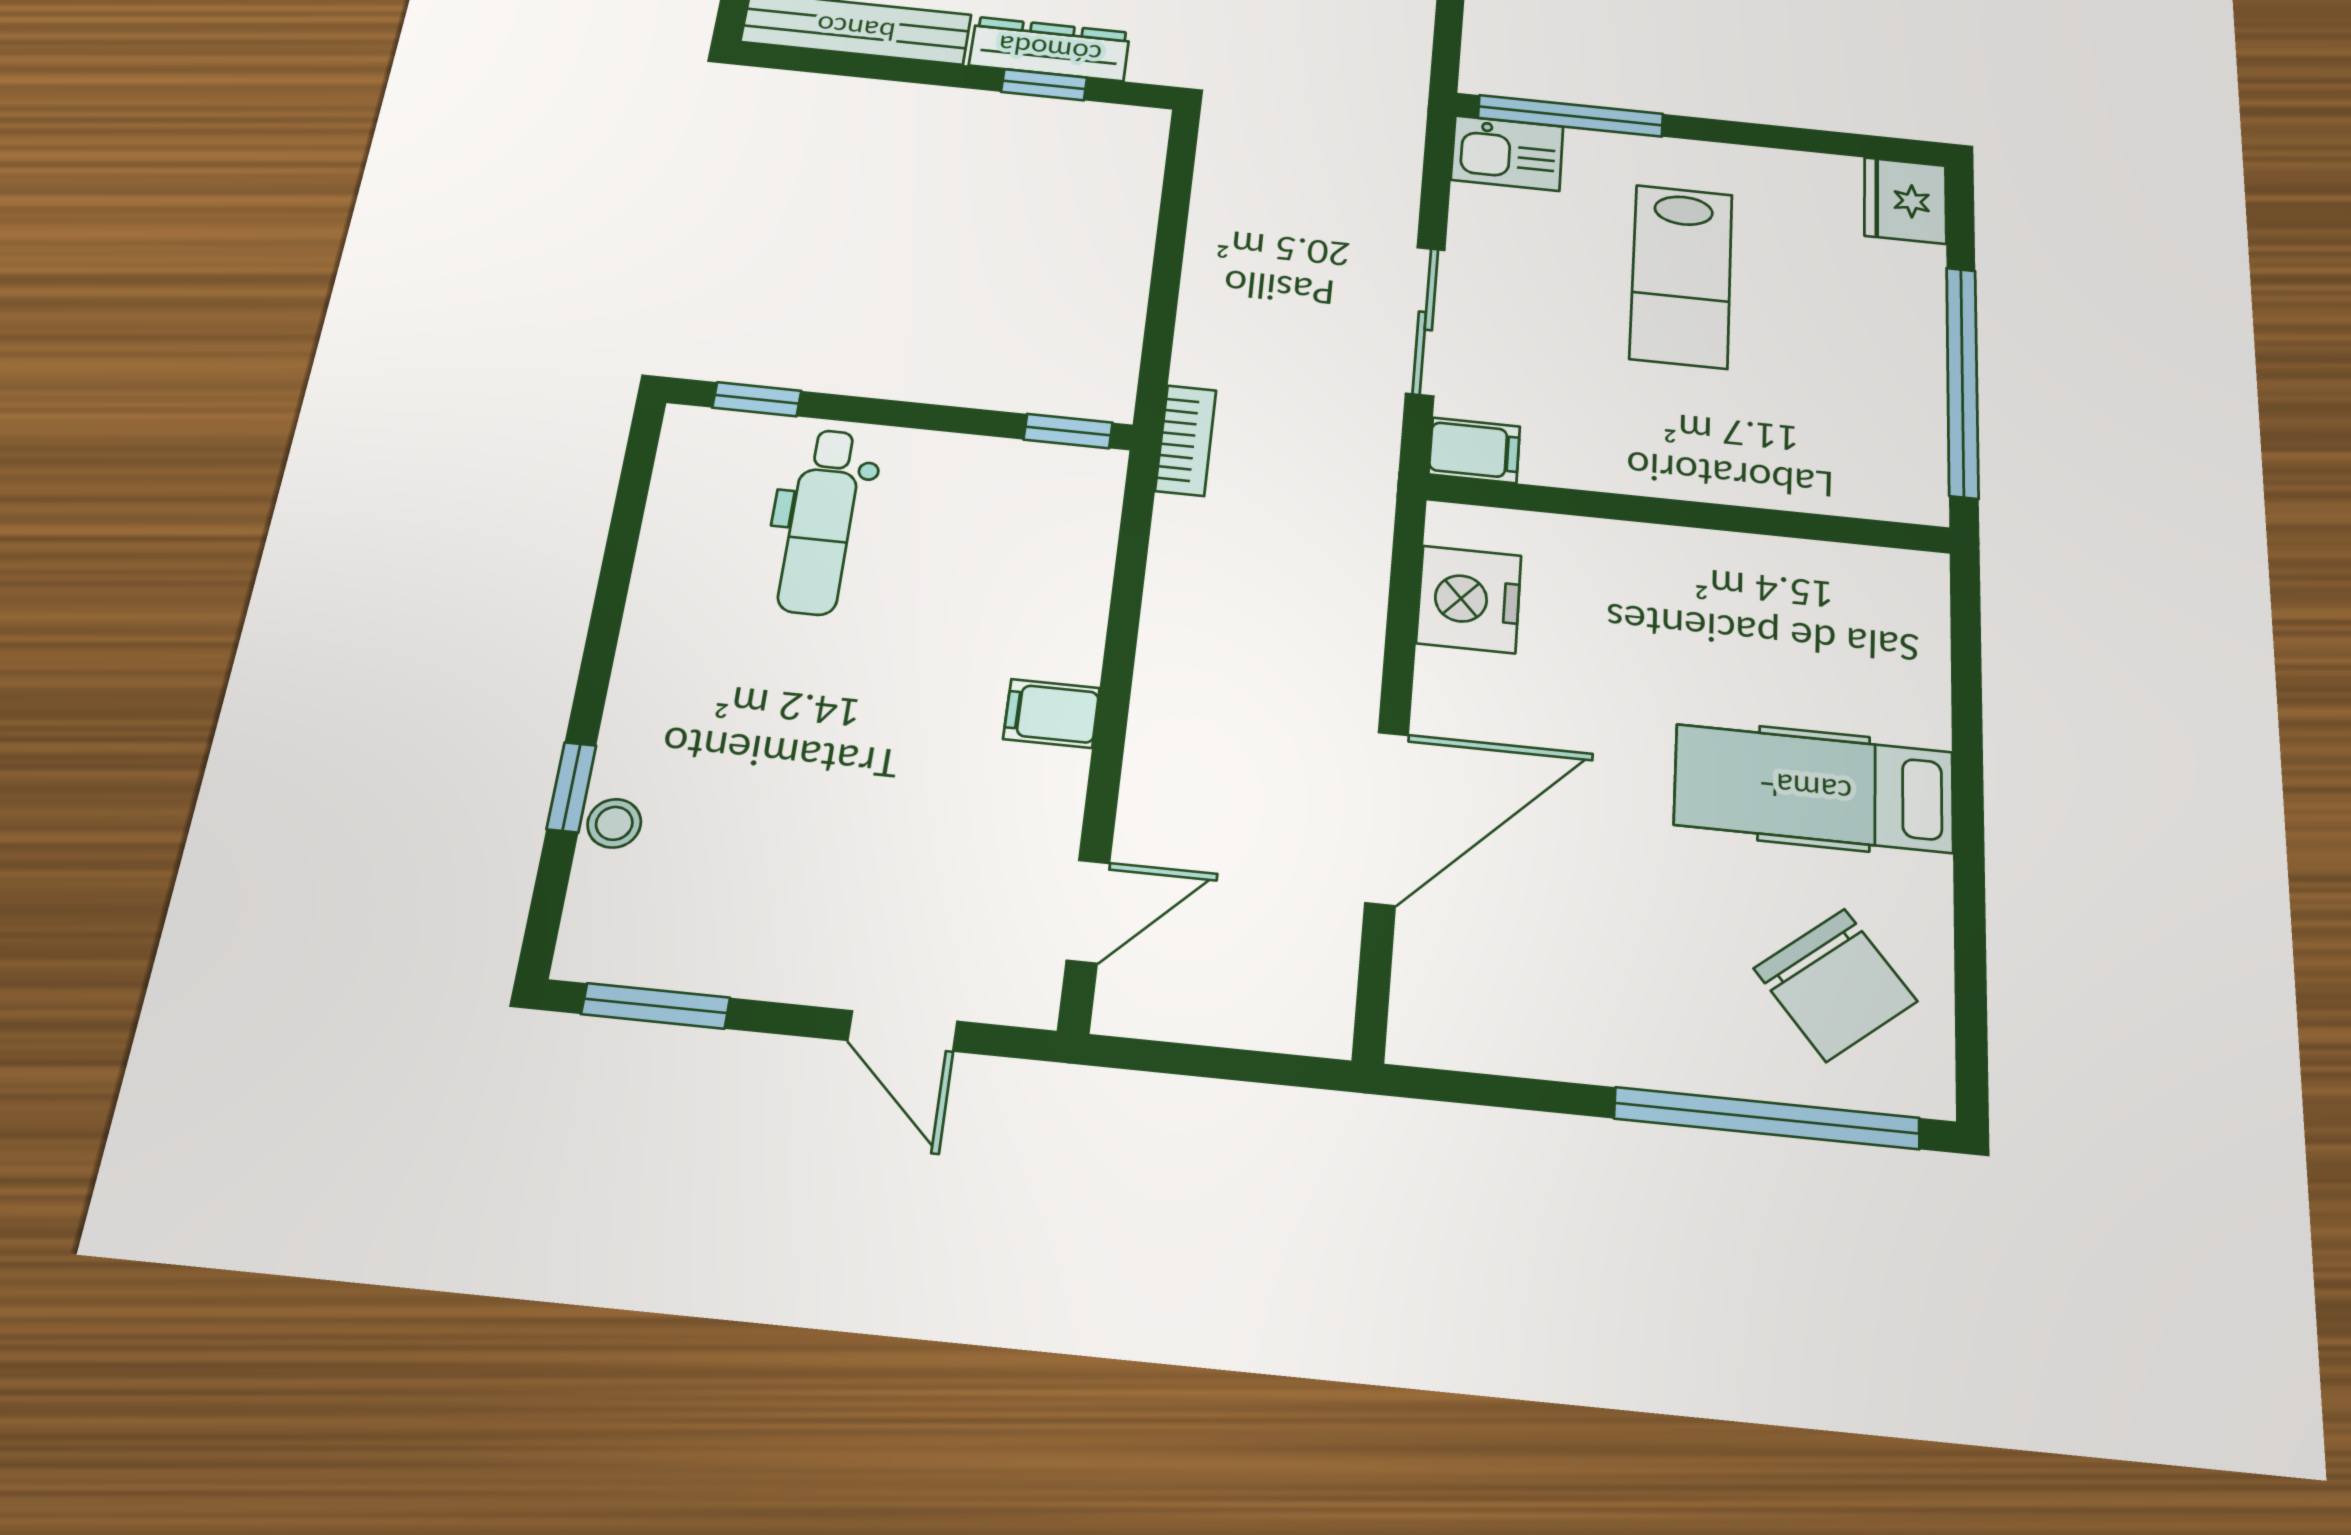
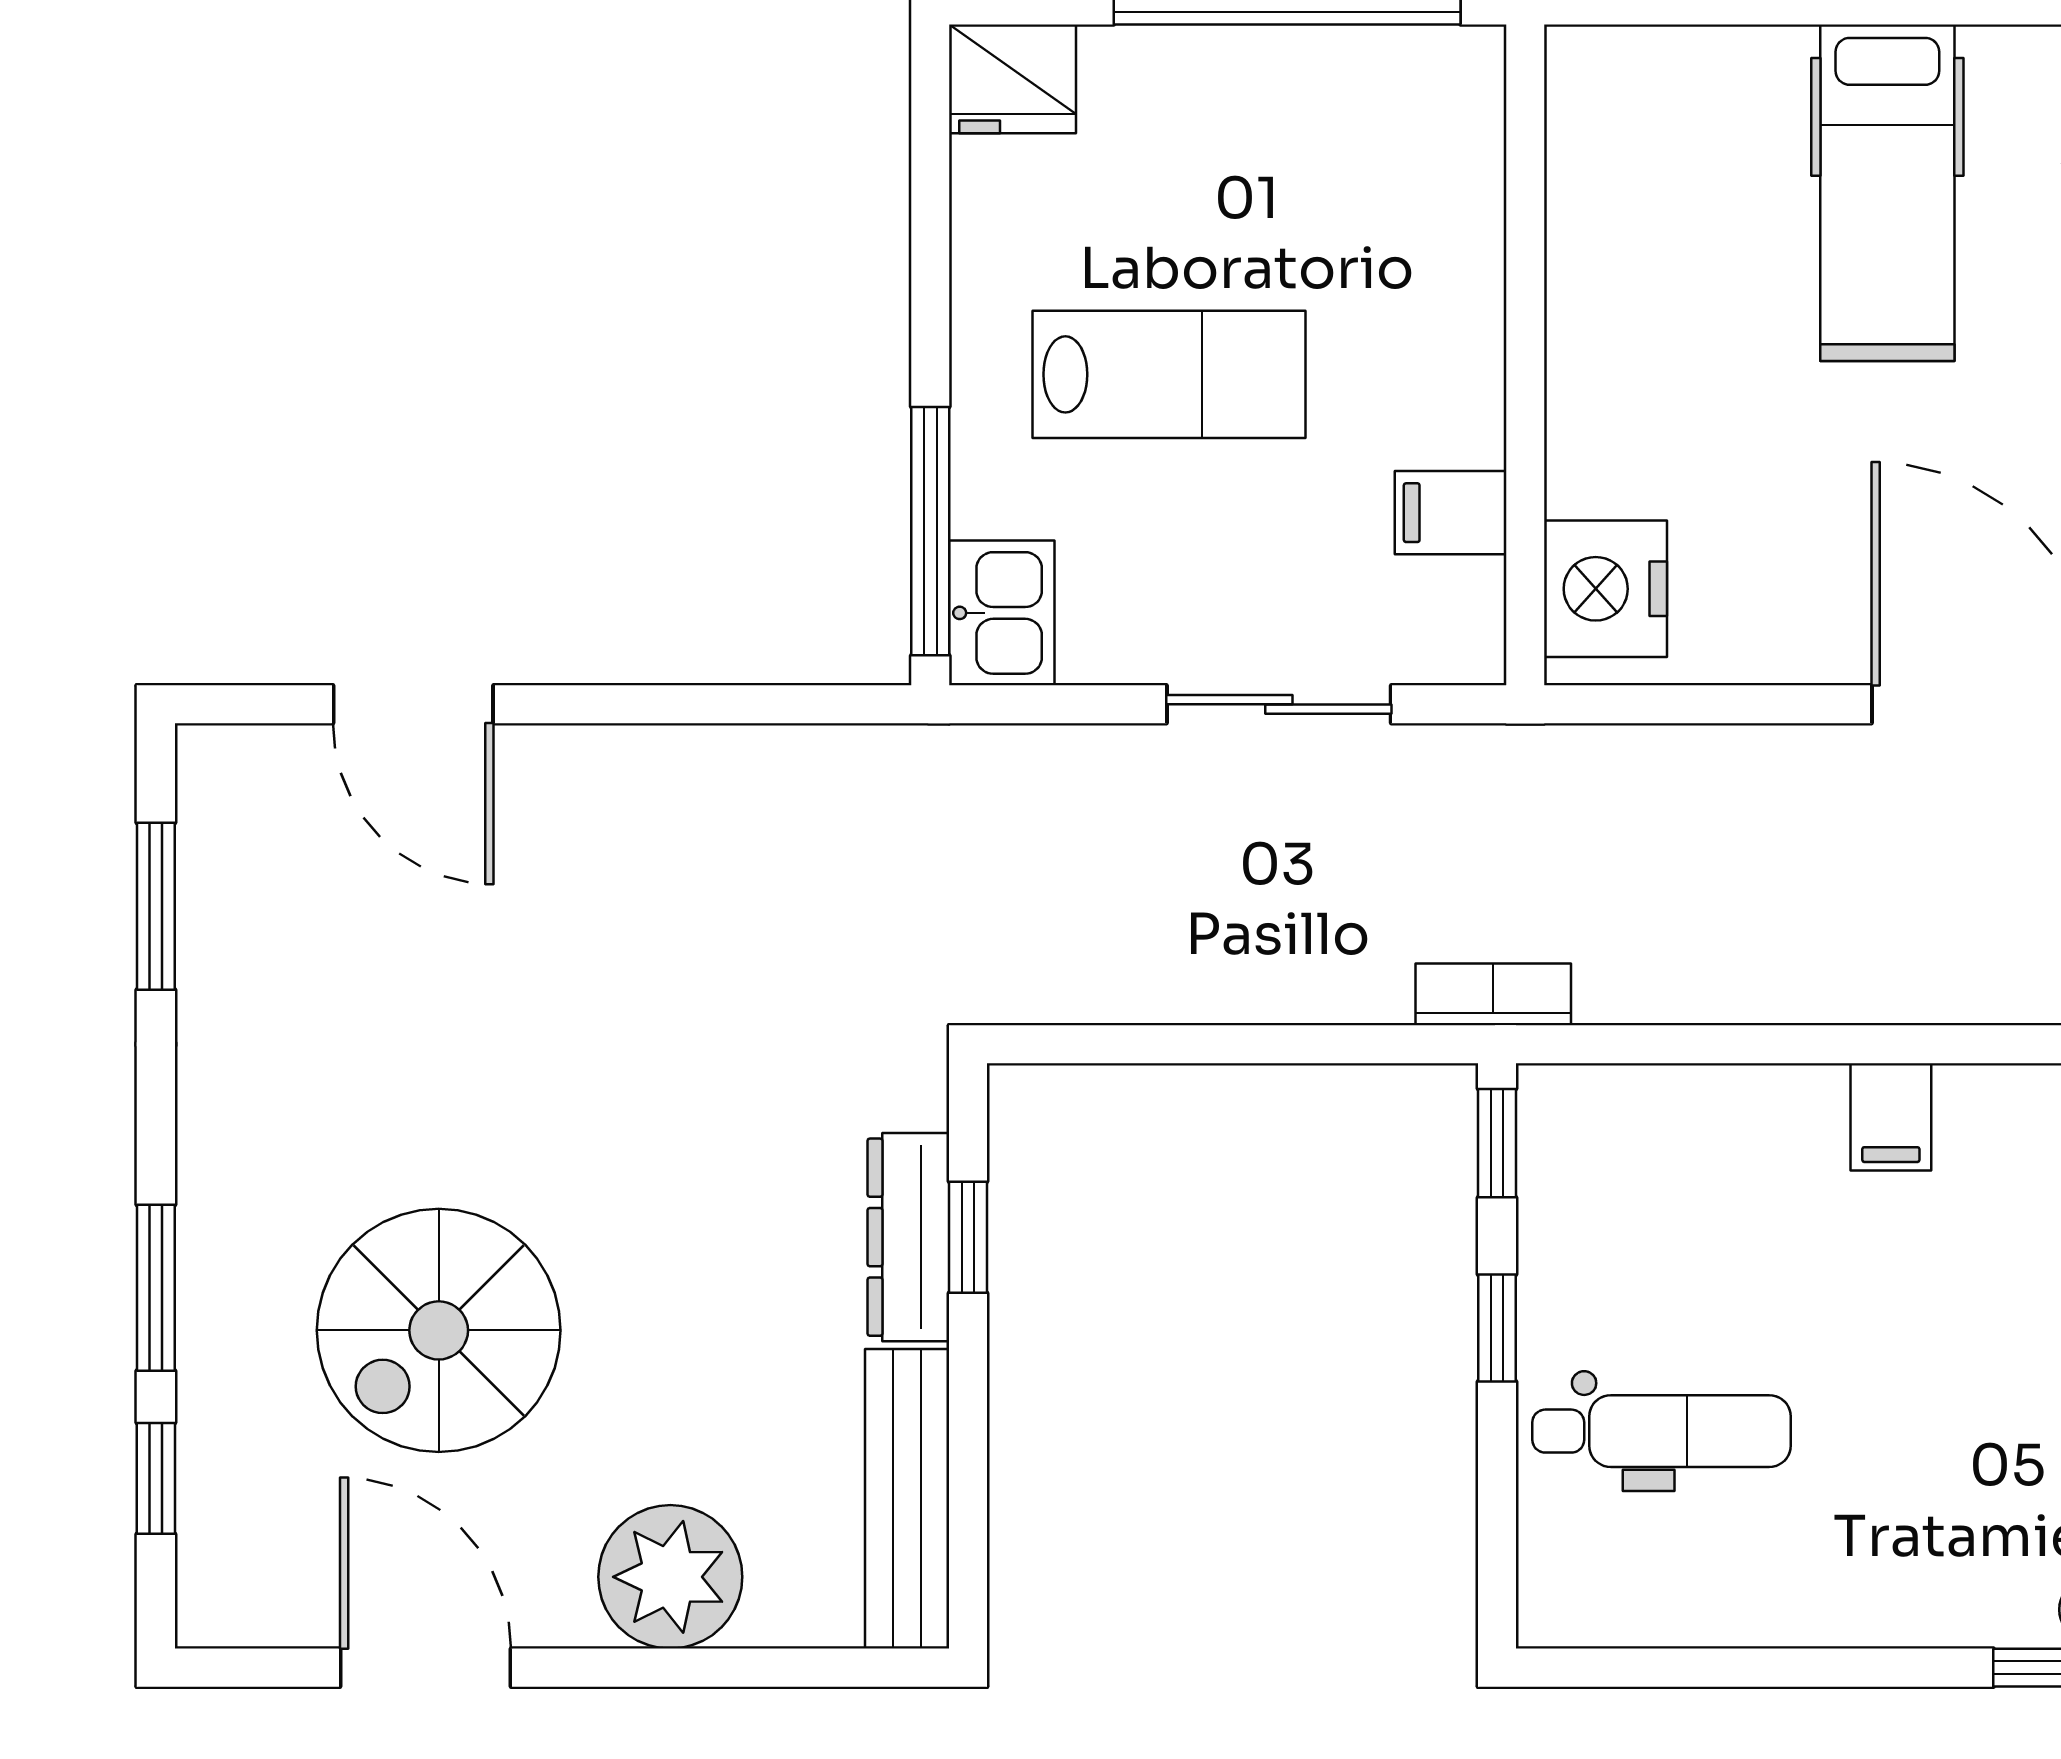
window: (757, 399) -> (1497, 1328), moved
filing cabinet: (1474, 450) -> (1451, 513), moved, turned -90
nightstand: (1469, 599) -> (1606, 589), moved, turned 90

